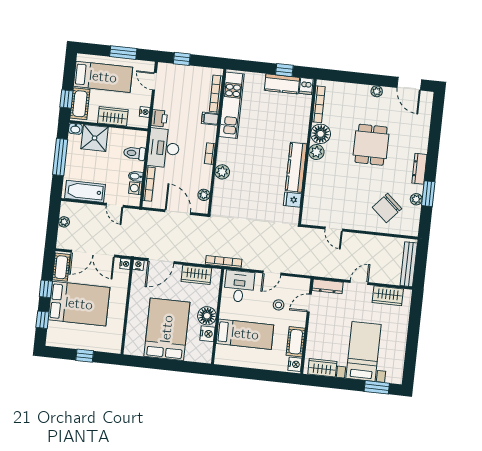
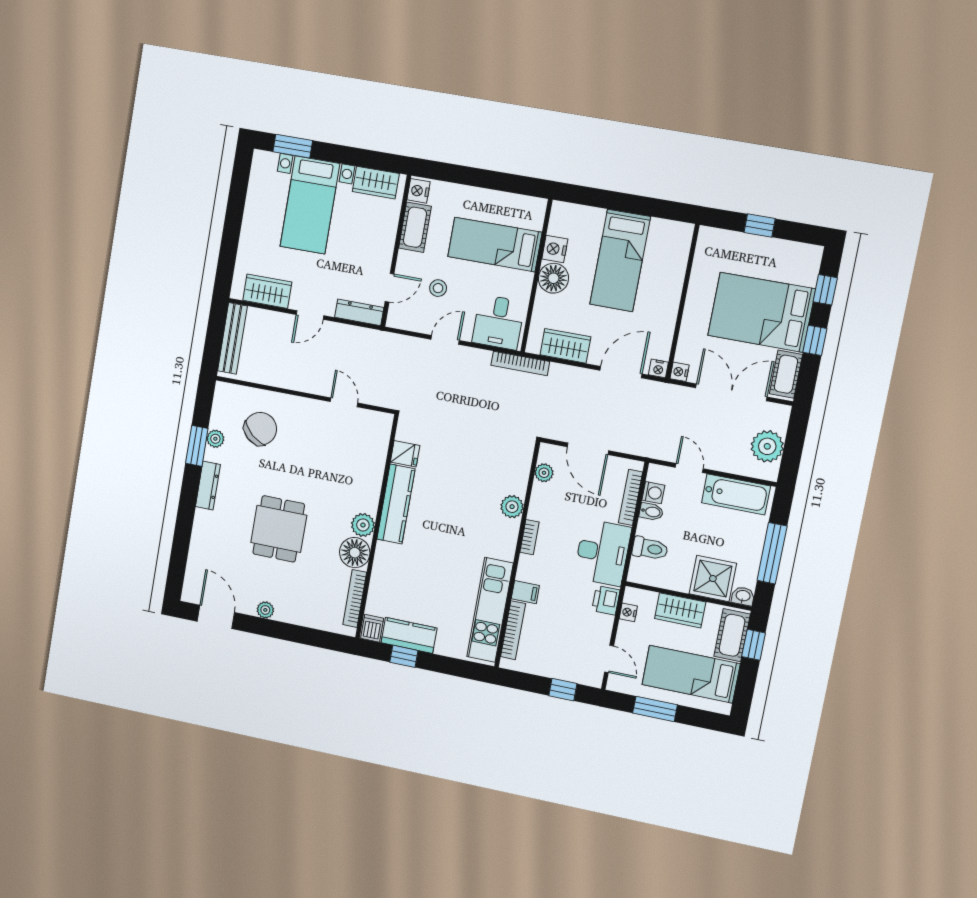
plant: (64, 222) -> (767, 446), width x1.88, depth x1.88
bed: (167, 329) -> (620, 261), width x0.67

